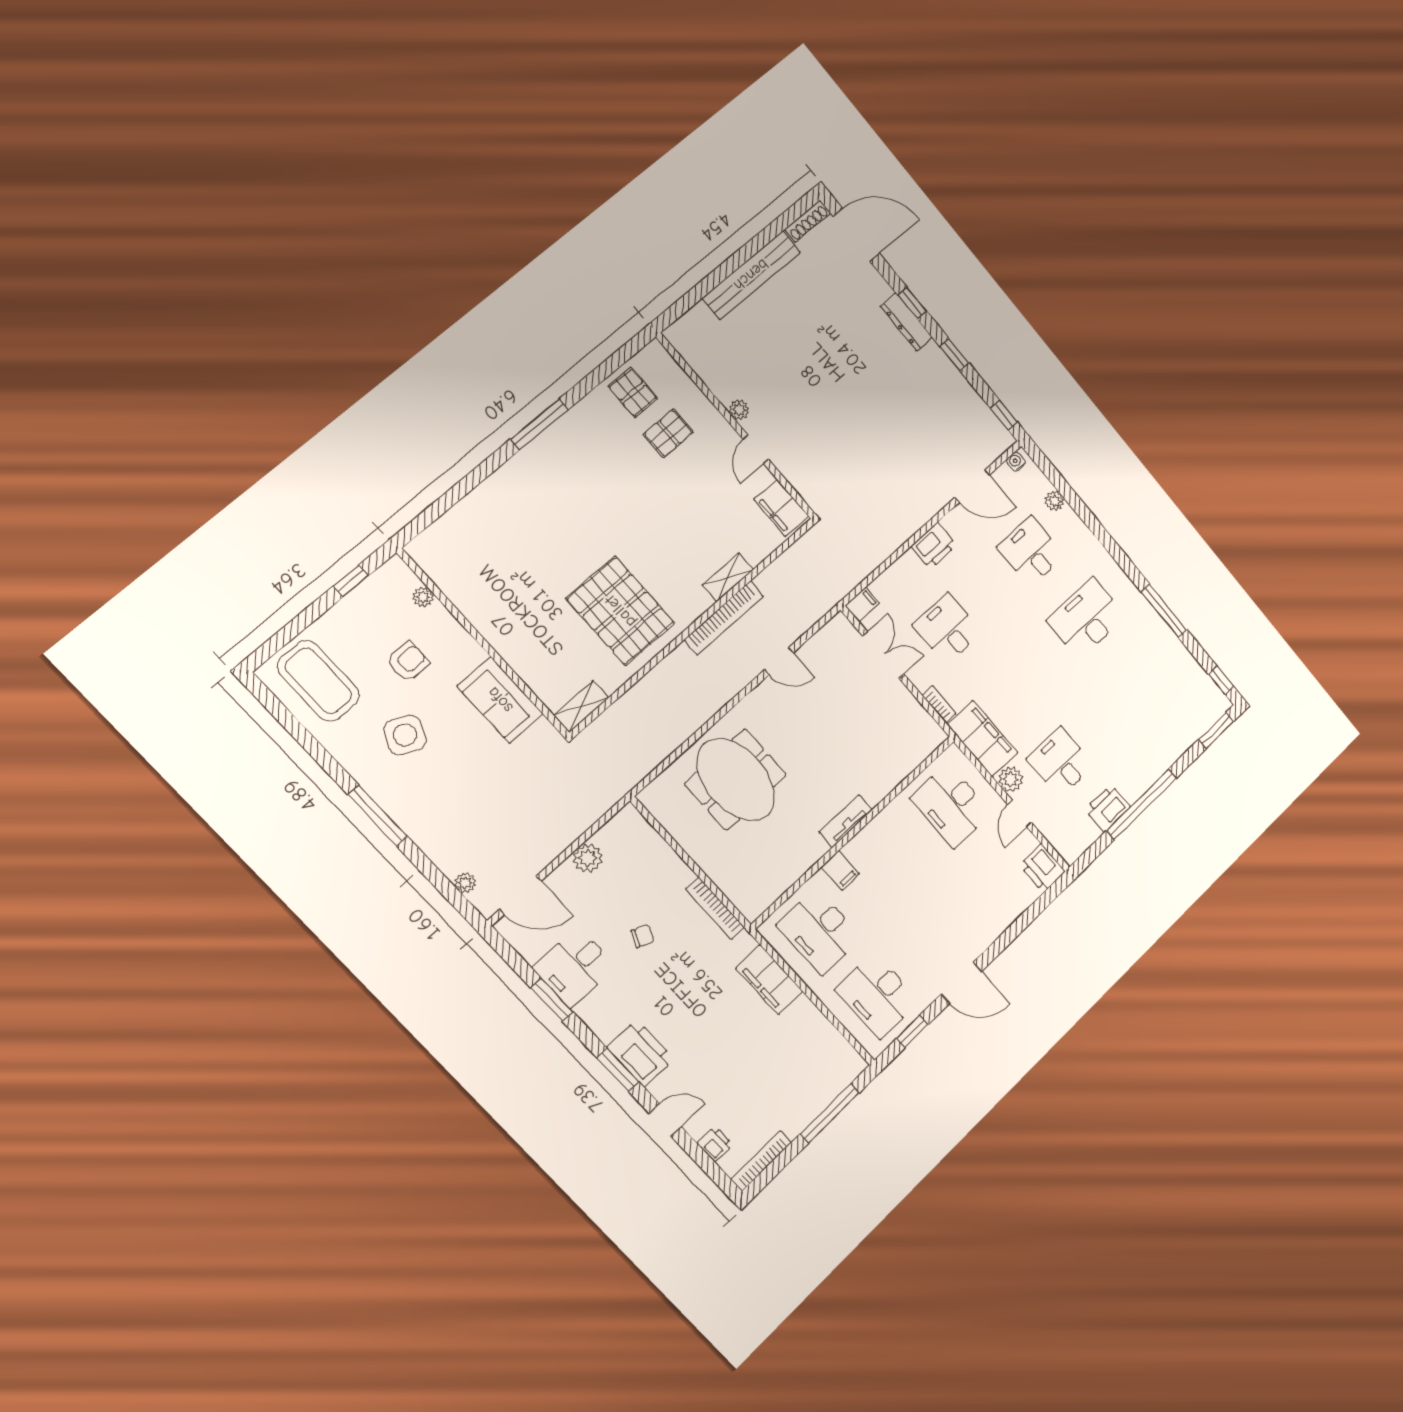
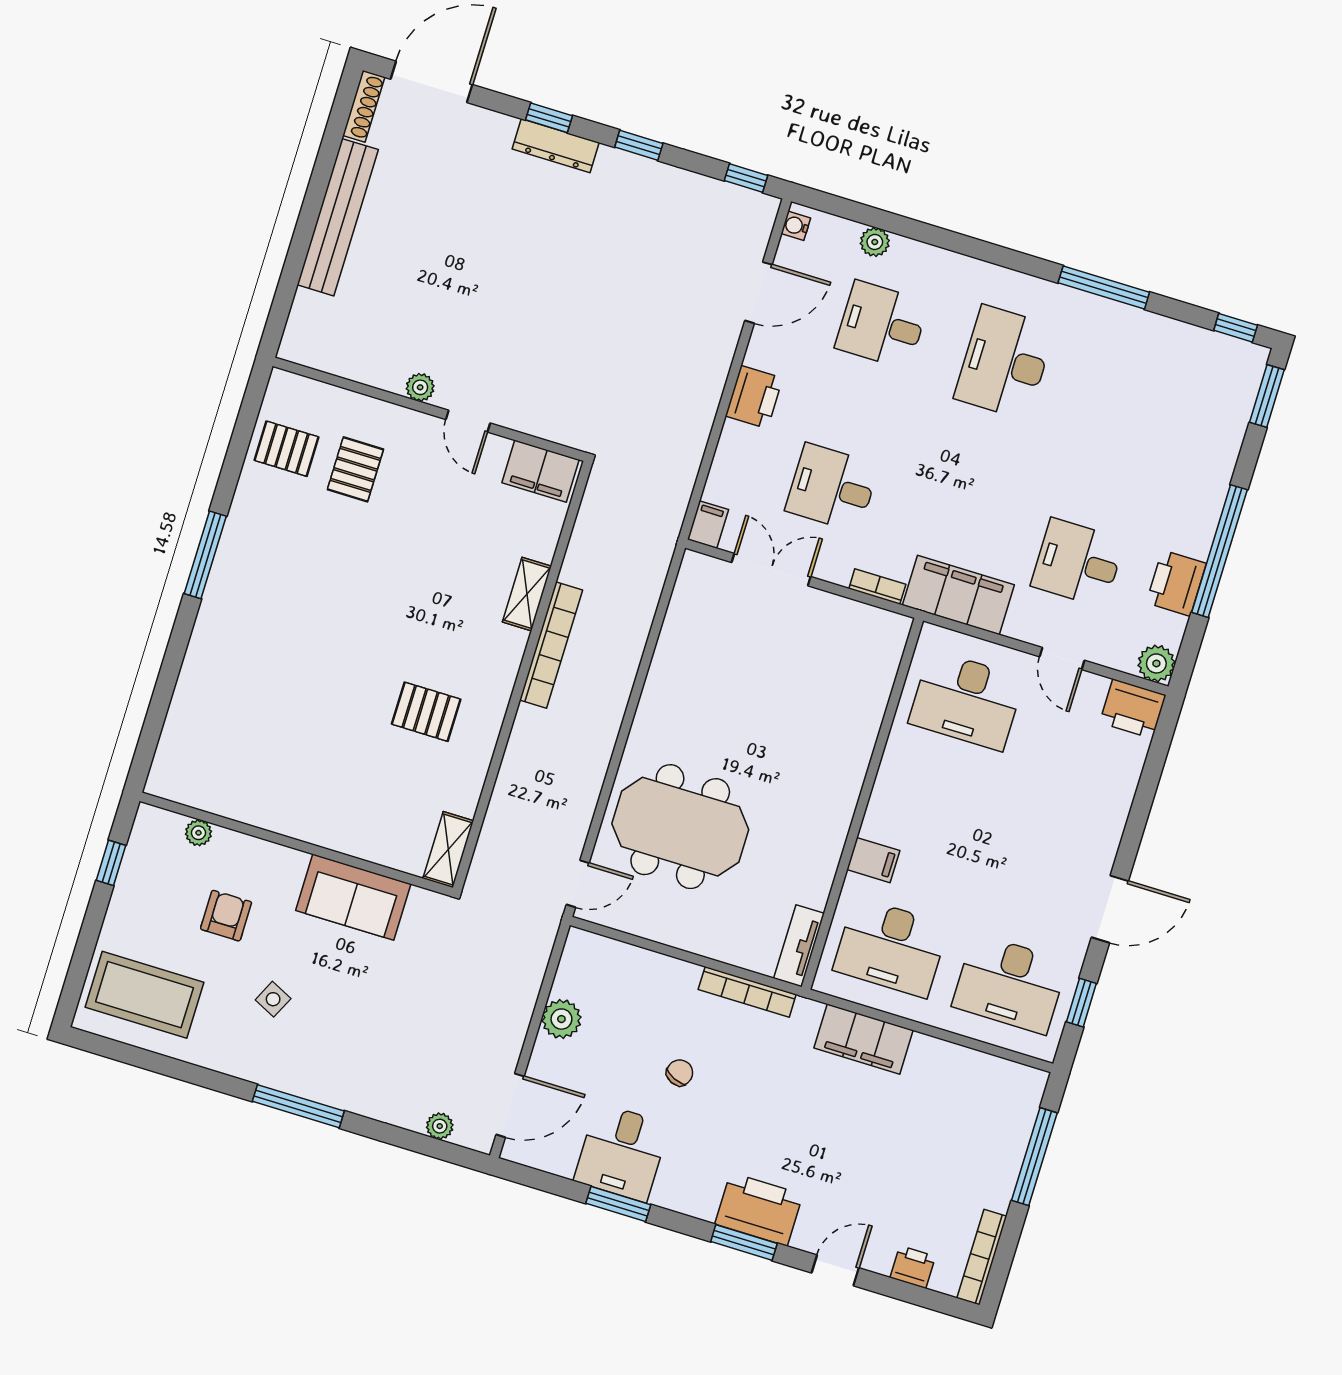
pallet: (620, 611) -> (426, 712), width x0.49, depth x0.50
door: (779, 661) -> (578, 884), moved
side table: (405, 735) -> (273, 999), width x0.54, depth x0.54
plant: (1011, 779) -> (1156, 663), moved
tv unit: (846, 821) -> (799, 946), moved

